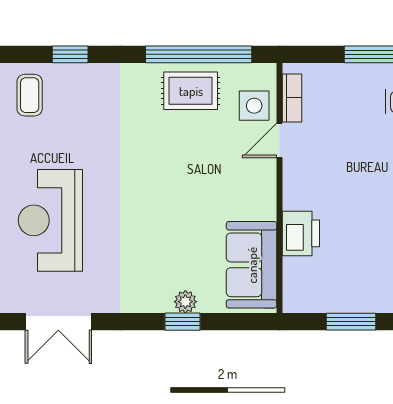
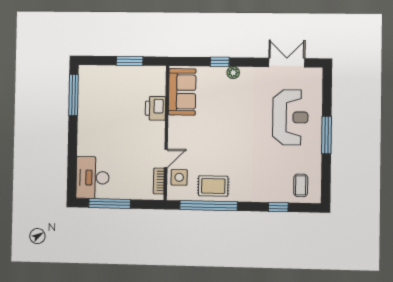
plant: (185, 302) -> (233, 73), moved

